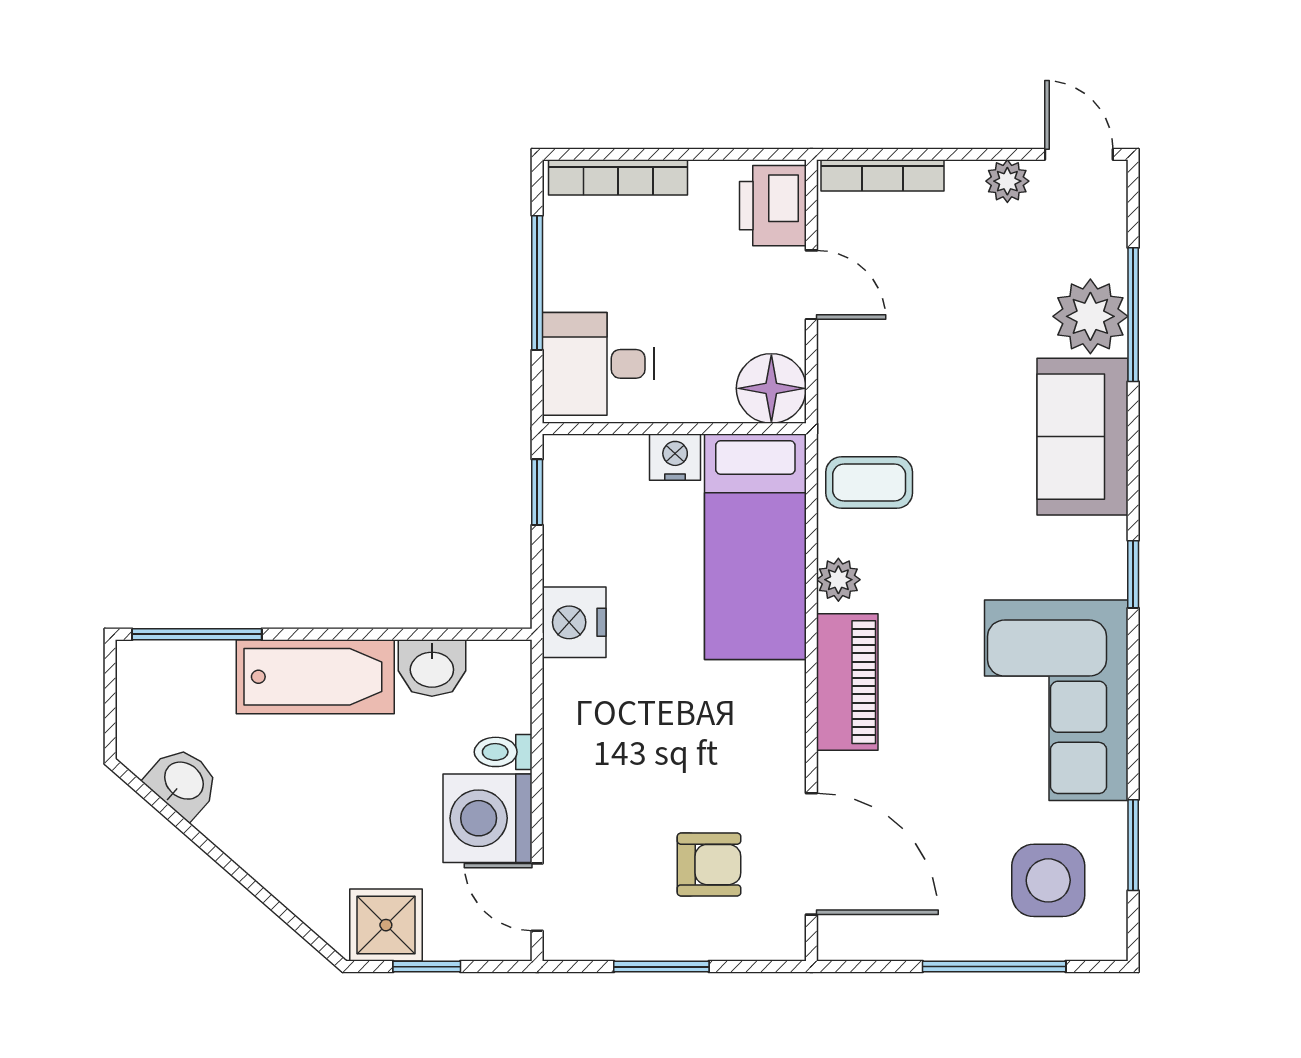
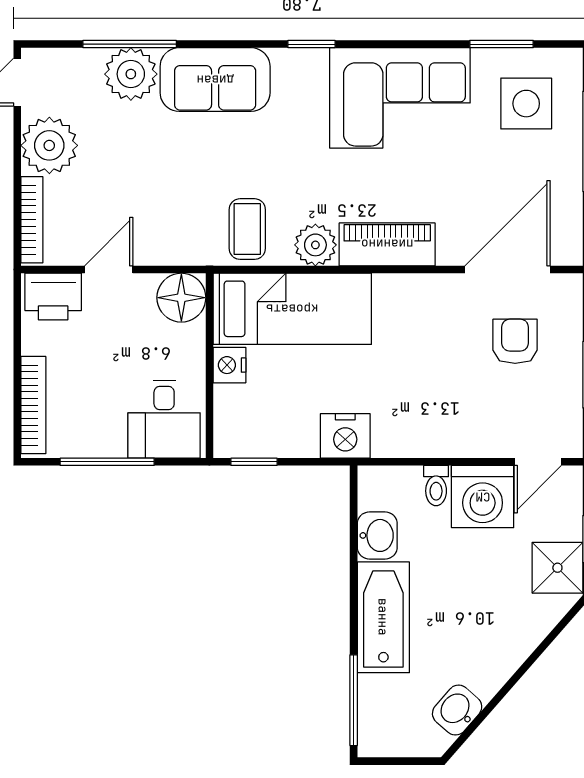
plant: (1007, 181) -> (49, 145), width x1.87, depth x1.87
plant: (838, 580) -> (315, 245), width x1.38, depth x1.38

